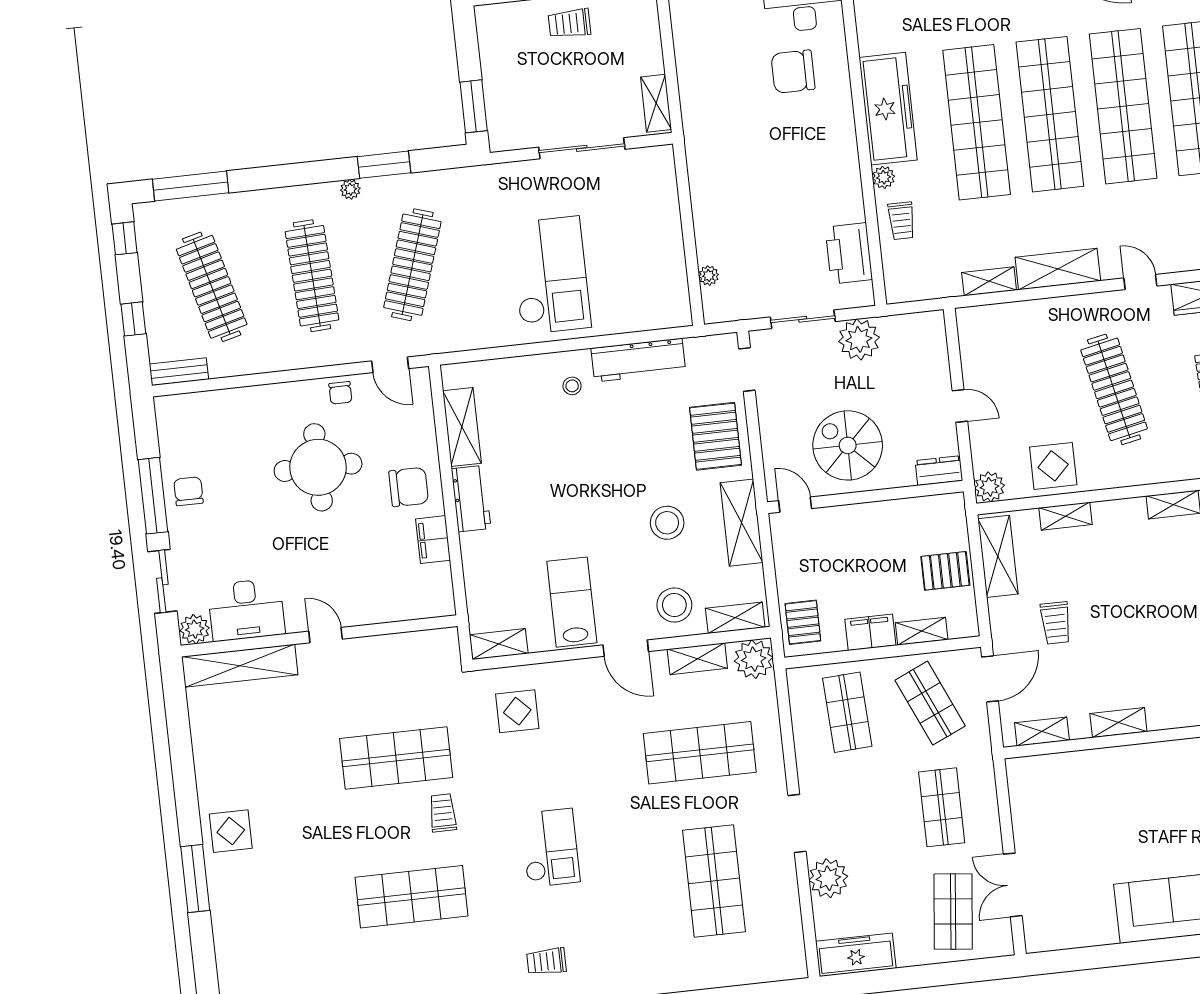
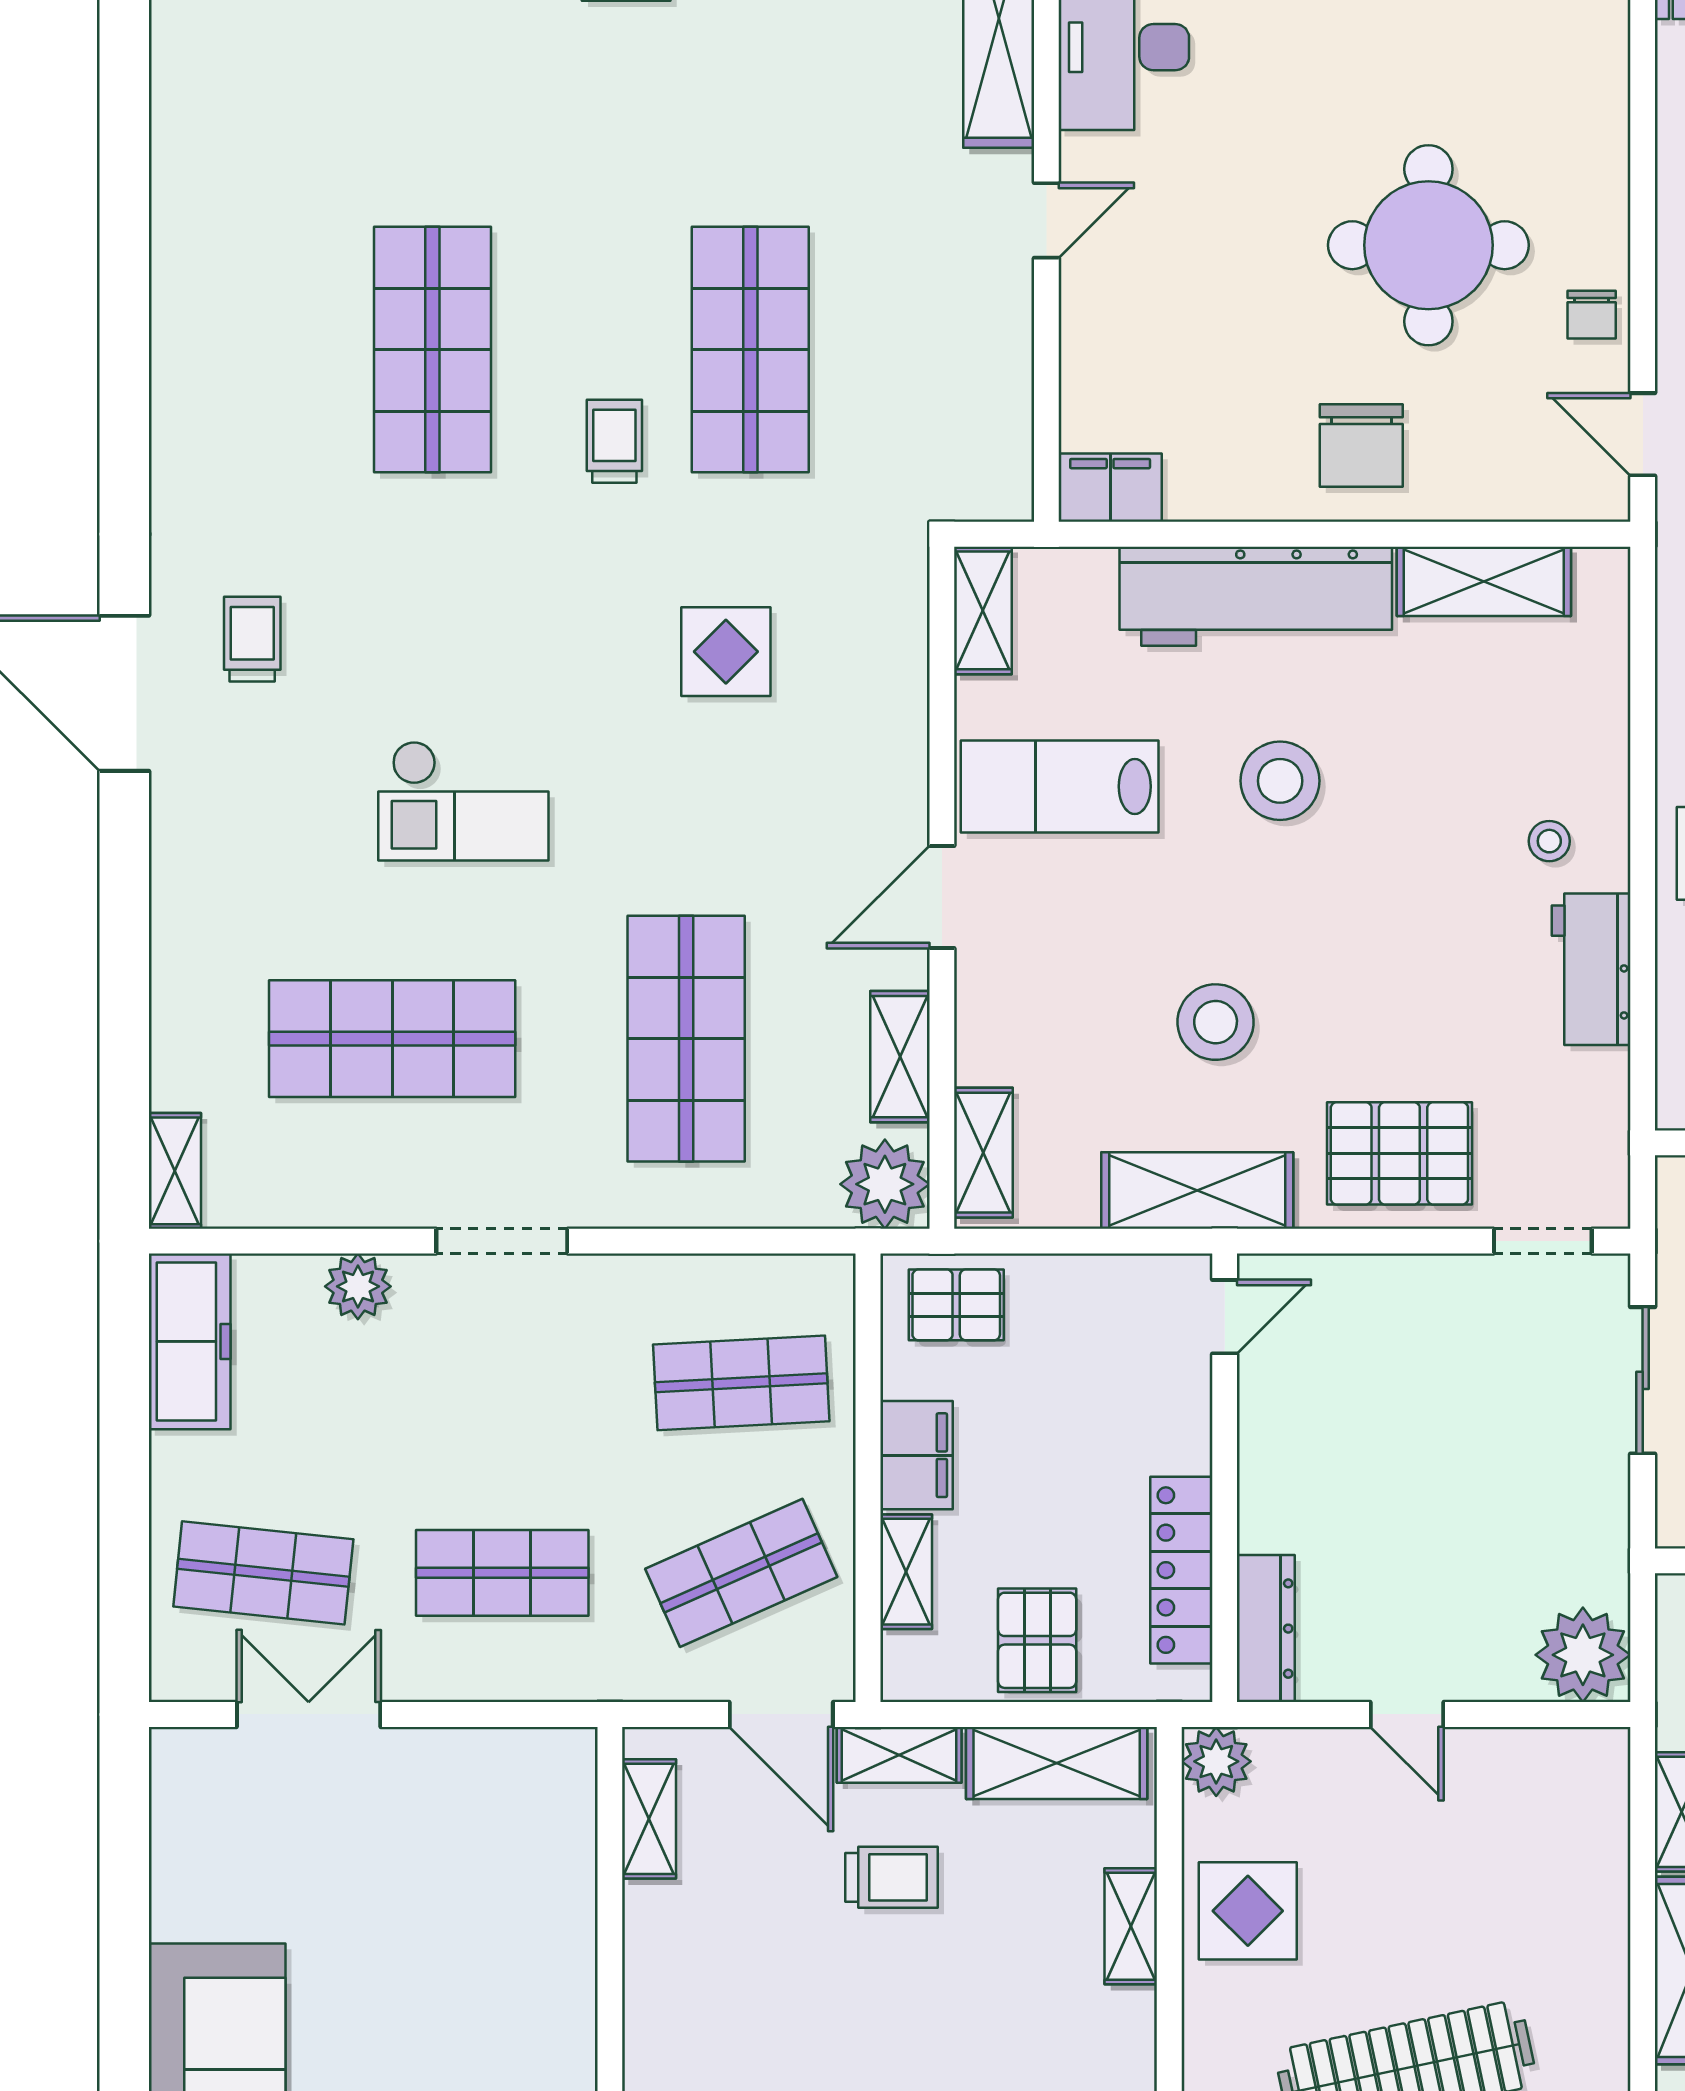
plant: (859, 339) -> (1583, 1655), moved
workbench: (638, 360) -> (1591, 969), width x0.73
door: (390, 365) -> (1643, 434), hinge flipped
chair: (340, 393) -> (1592, 315), turned -90
door: (960, 406) -> (1407, 1714), hinge flipped
spiral stairs: (848, 445) -> (1346, 1450), removed
dresser: (939, 471) -> (1266, 1629), width x1.44
workbench: (471, 499) -> (1256, 596), width x1.88, depth x1.32
locker: (908, 511) -> (1181, 1570), added
filing cabinet: (433, 540) -> (1110, 488), moved
lab bench: (572, 602) -> (1060, 786), turned 180
stool: (674, 605) -> (1280, 781), moved
trolley: (1056, 623) -> (892, 1877), turned 180
display table: (517, 711) -> (726, 652), moved
shelving: (1118, 723) -> (899, 1755), moved, turned 90
trolley: (443, 813) -> (614, 441), turned -90
checkout: (550, 848) -> (463, 801), moved
plant: (828, 878) -> (358, 1286), width x0.73, depth x0.73
shelving: (782, 969) -> (175, 1171), added

